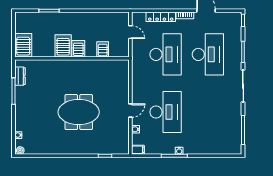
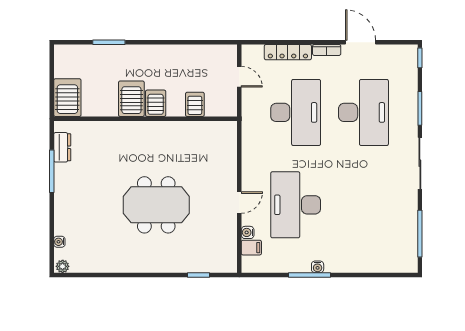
desk: (166, 112) -> (296, 205), turned 180
filing cabinet: (138, 150) -> (251, 248), moved

